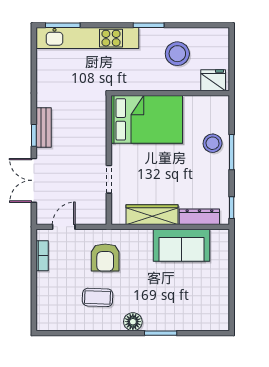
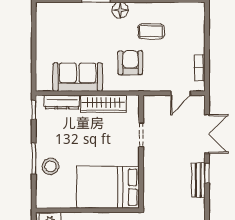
armchair: (105, 257) -> (130, 63), moved

